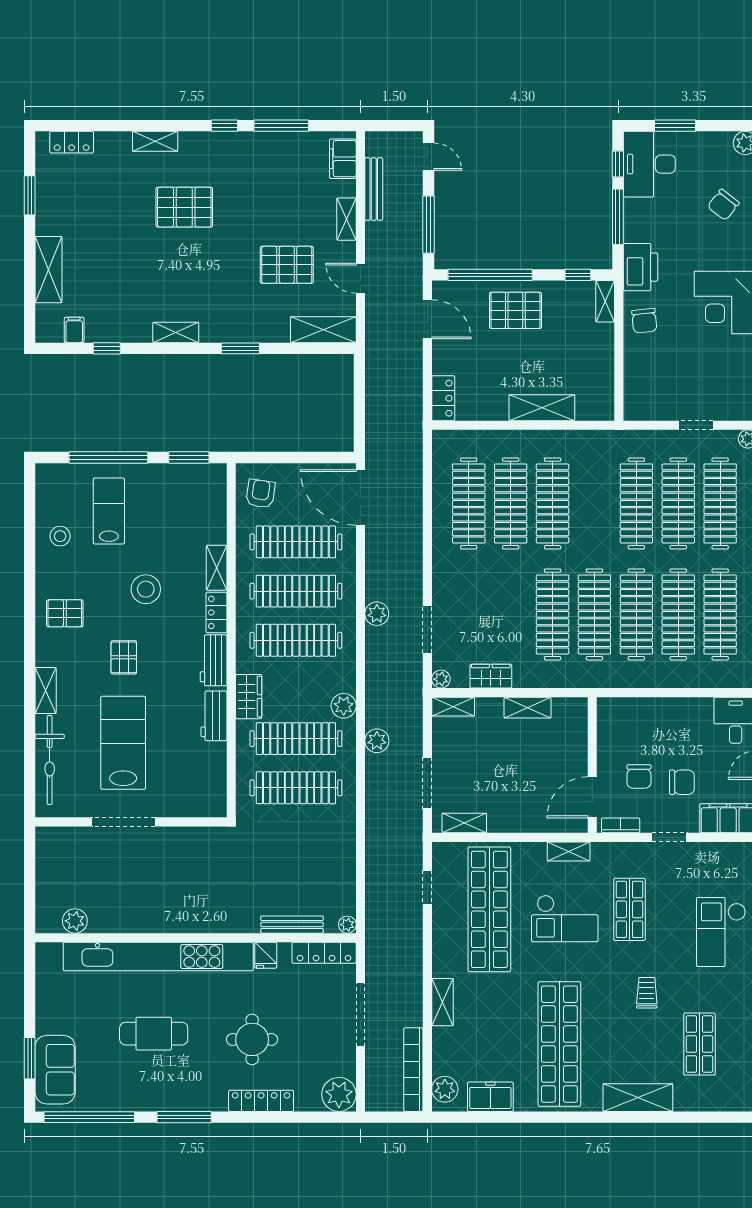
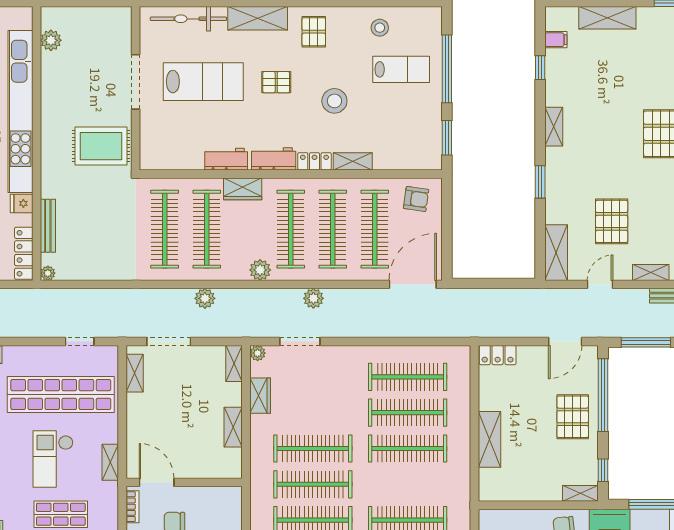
shelving: (46, 691) -> (258, 18), width x1.50, depth x1.33
plant: (344, 706) -> (260, 270), moved
rug: (199, 862) -> (101, 146), added

